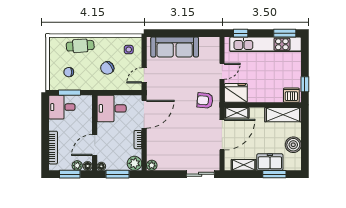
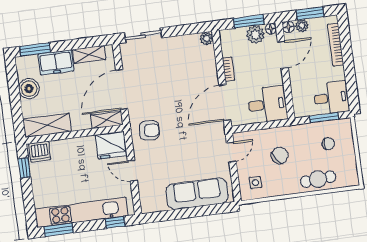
door: (222, 71) -> (132, 171), hinge flipped
plant: (134, 163) -> (255, 35), moved
window: (274, 174) -> (35, 49), moved

